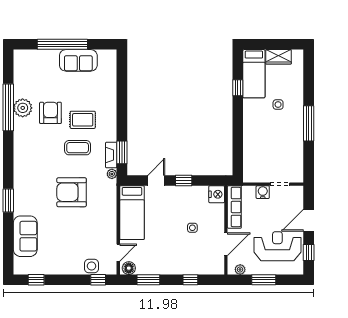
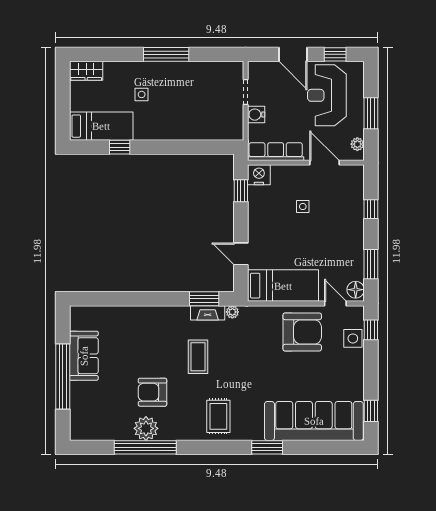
wardrobe: (278, 57) -> (86, 71), moved, turned 90
rug: (83, 120) -> (218, 416), moved
window: (184, 180) -> (241, 191), moved
armchair: (72, 192) -> (302, 332), moved, turned -90
sofa: (25, 236) -> (314, 421), width x1.85, depth x1.27

